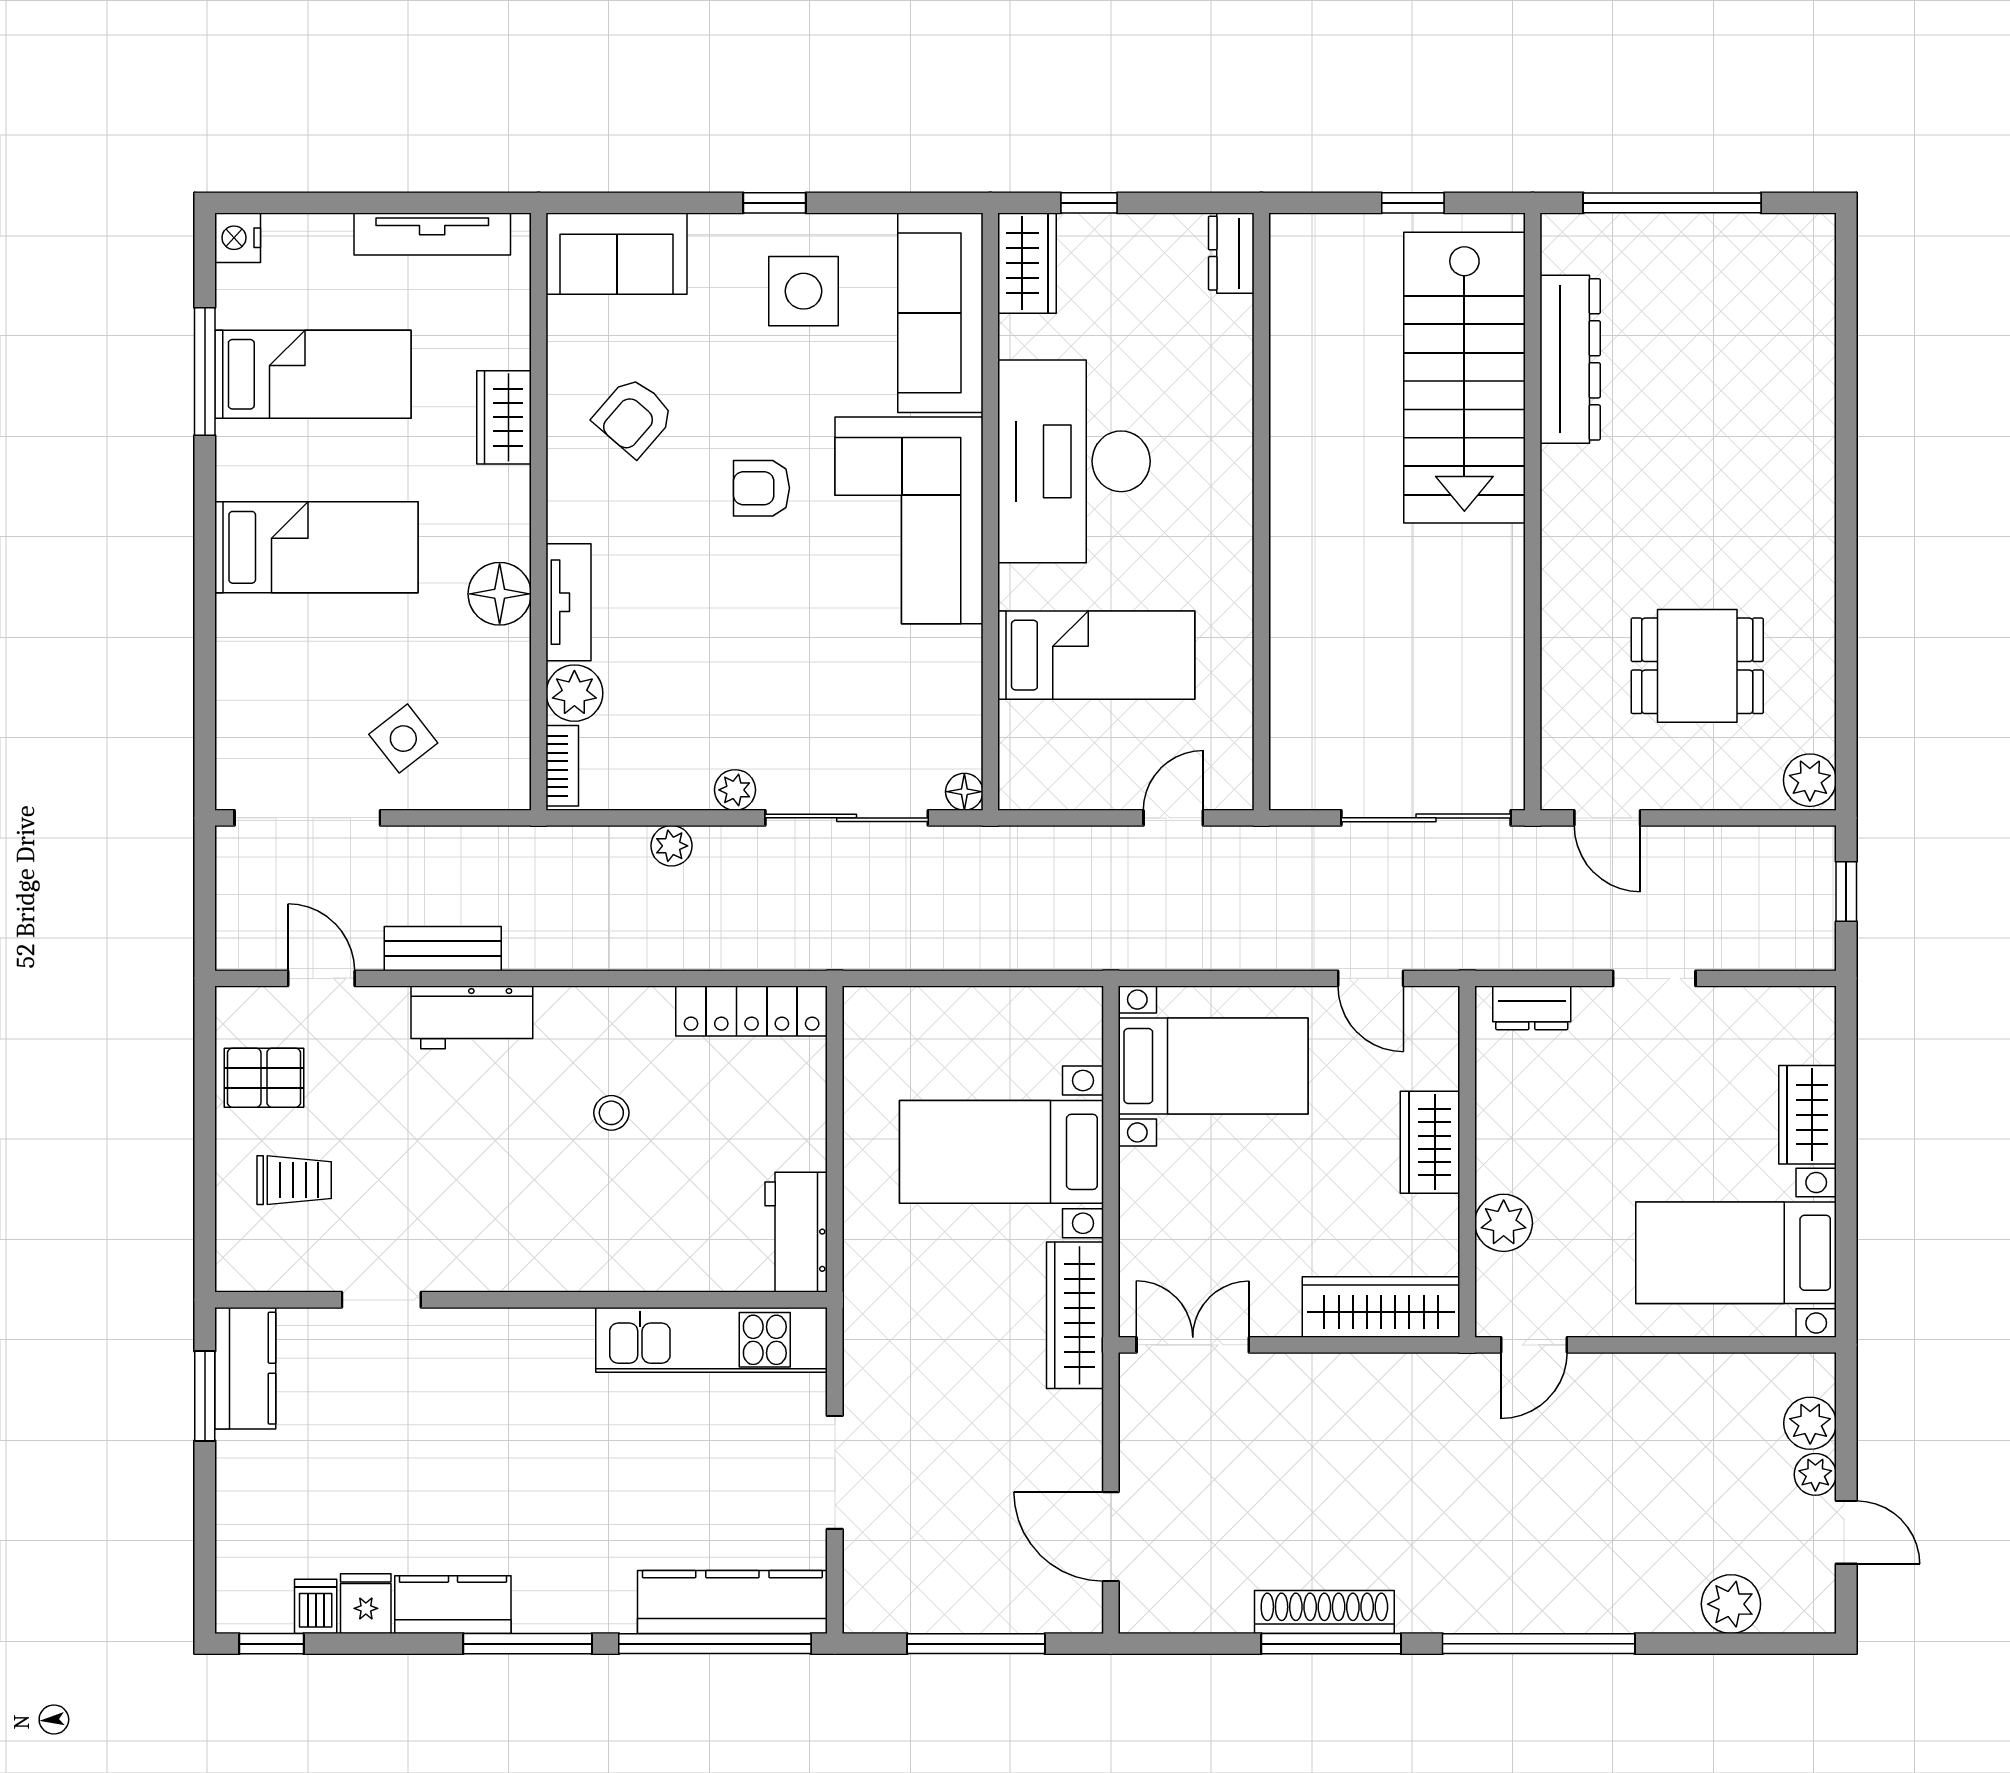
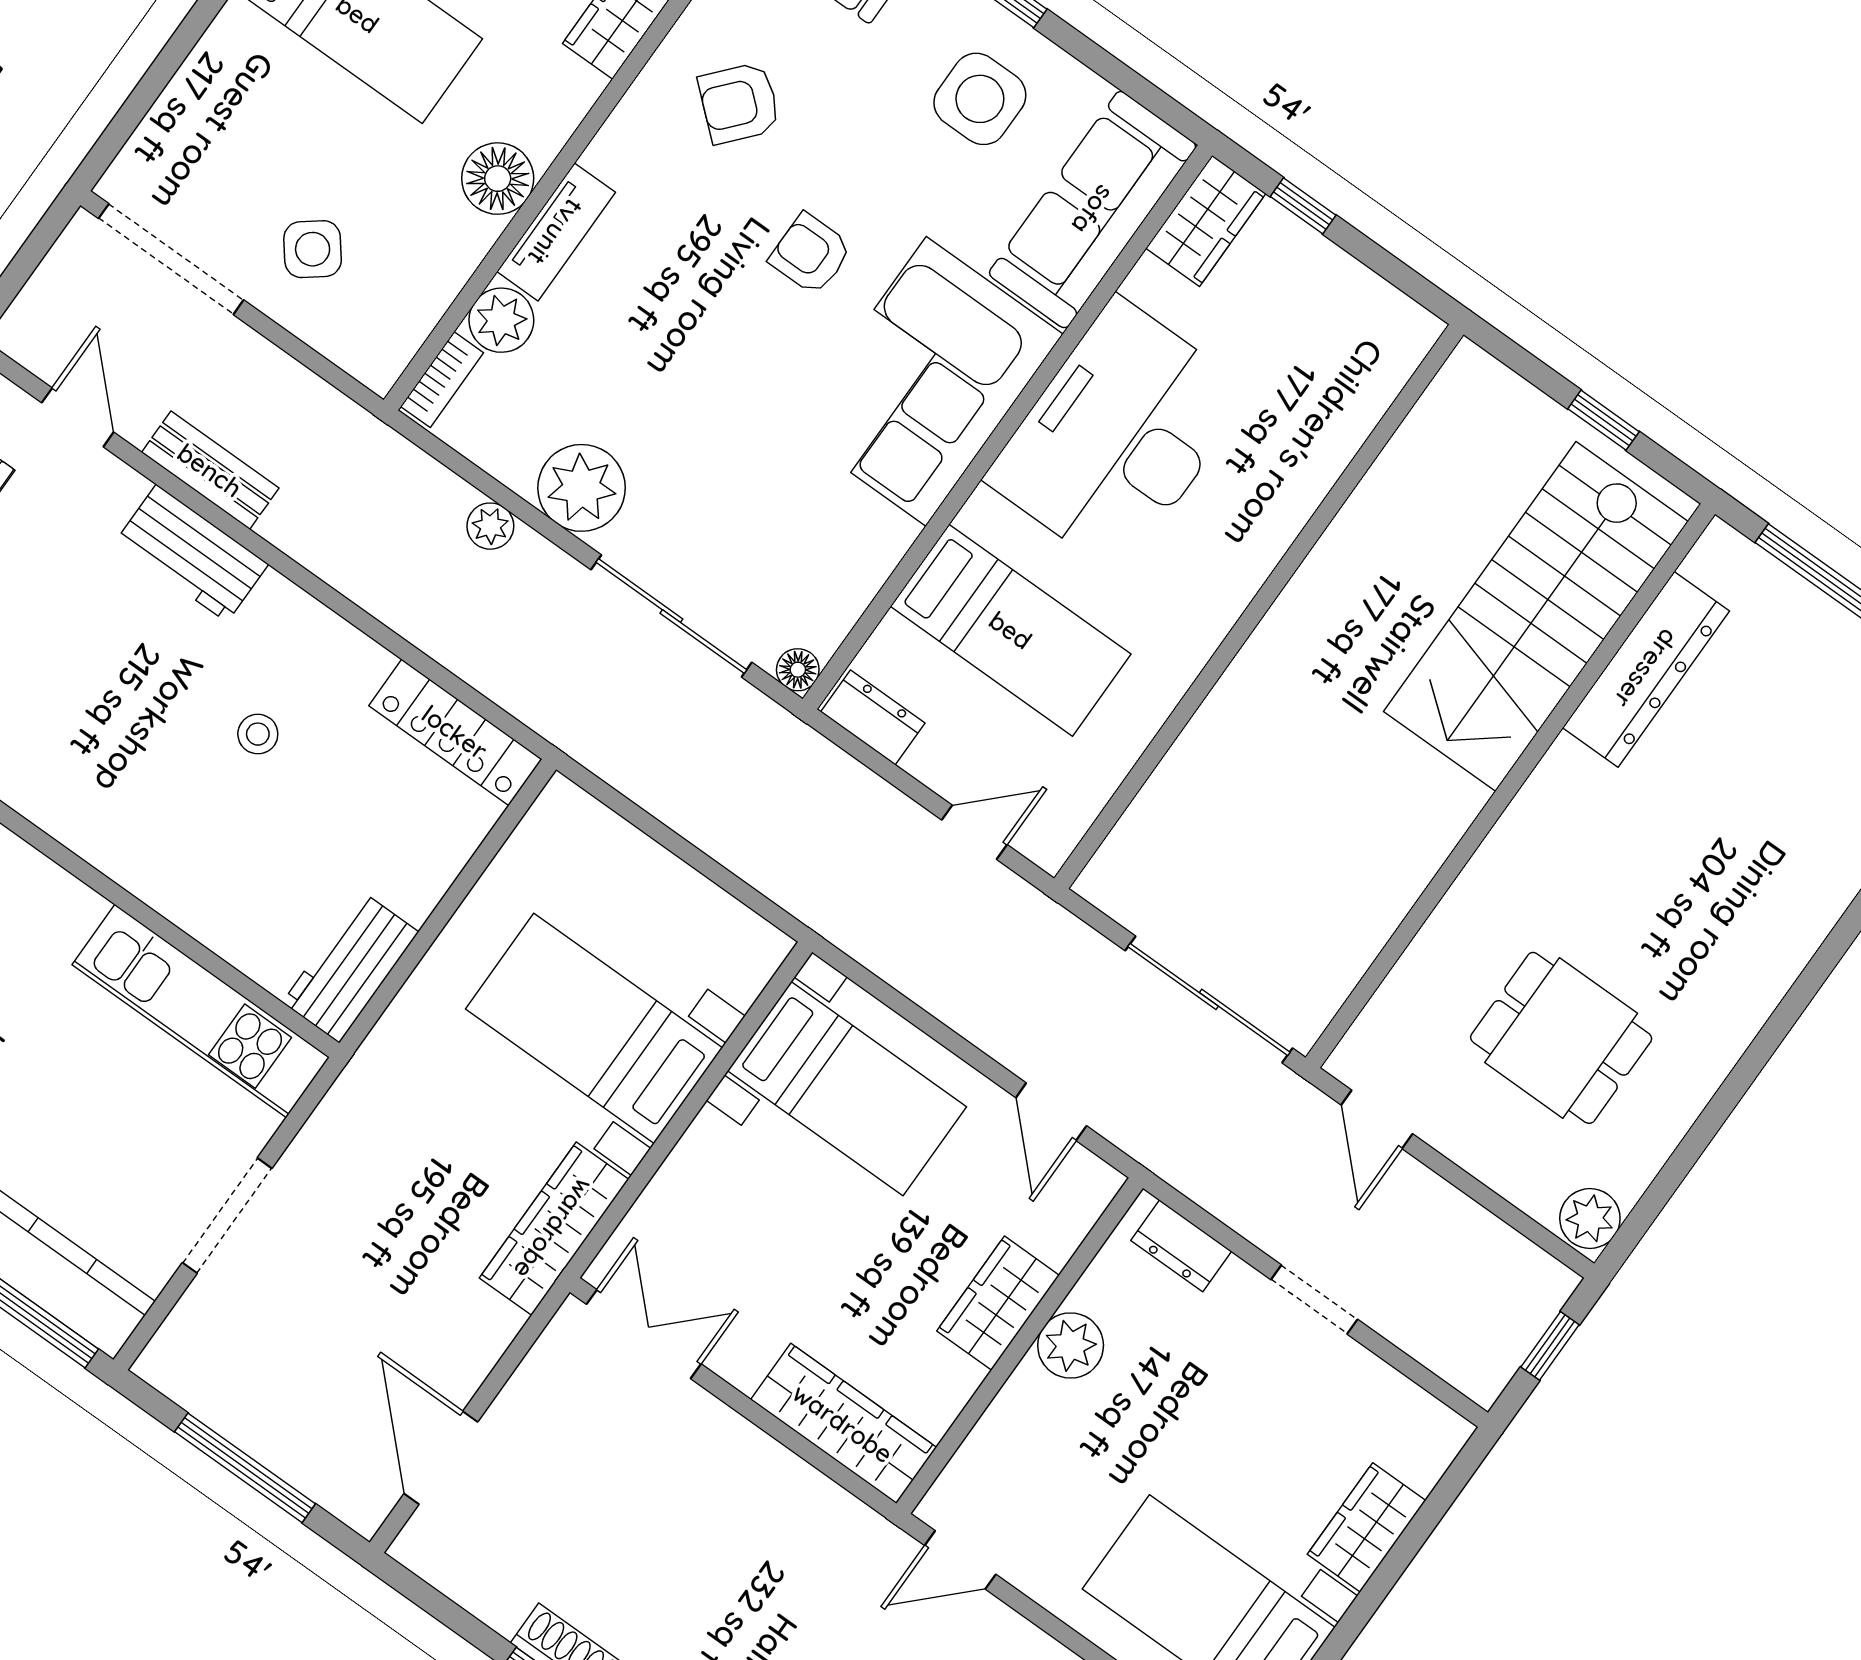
dresser: (1231, 253) -> (873, 717), moved, turned 90
plant: (735, 790) -> (582, 488), width x1.88, depth x1.88
plant: (1504, 1223) -> (1071, 1346), moved

